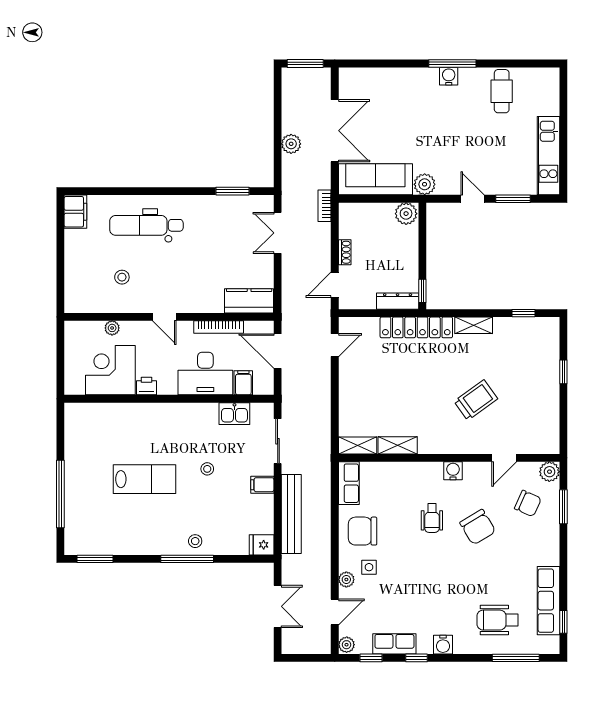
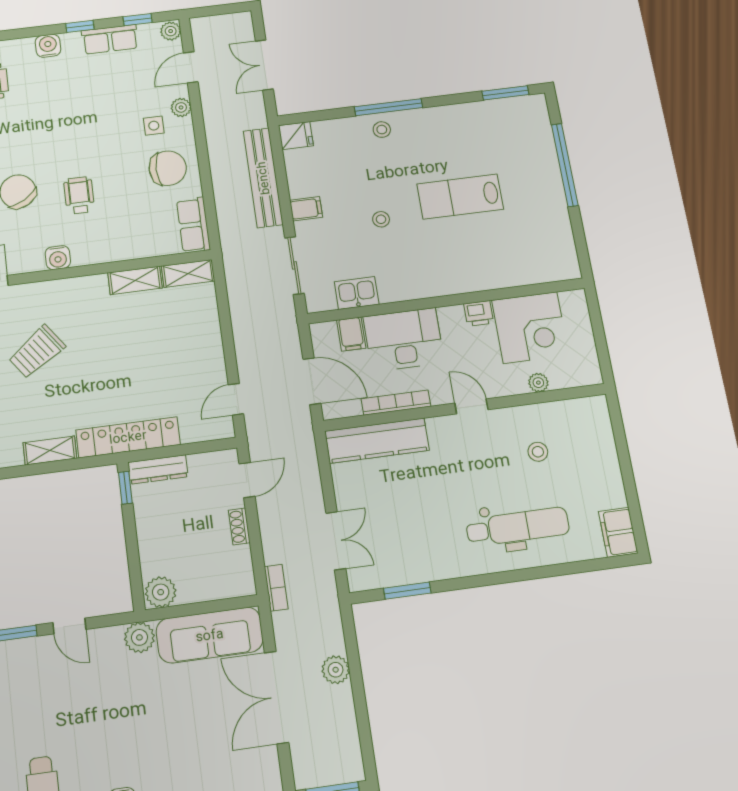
kitchen counter: (249, 301) -> (377, 441), width x1.50

